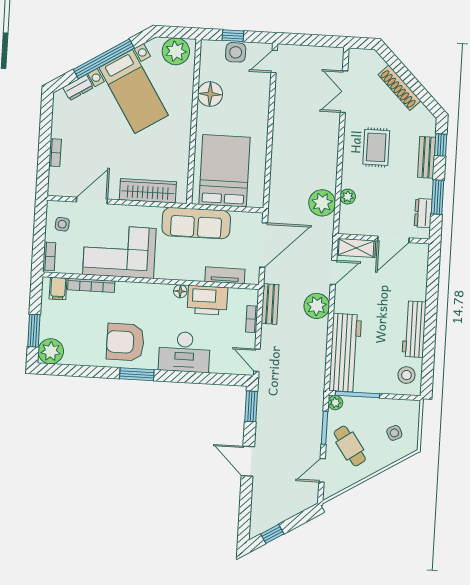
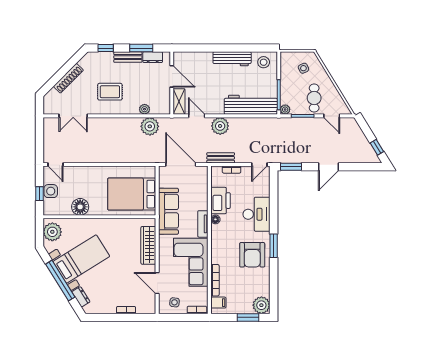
bench: (427, 157) -> (128, 57), moved
tv unit: (225, 275) -> (203, 224), moved
cafe table: (350, 446) -> (314, 98), turned -55

